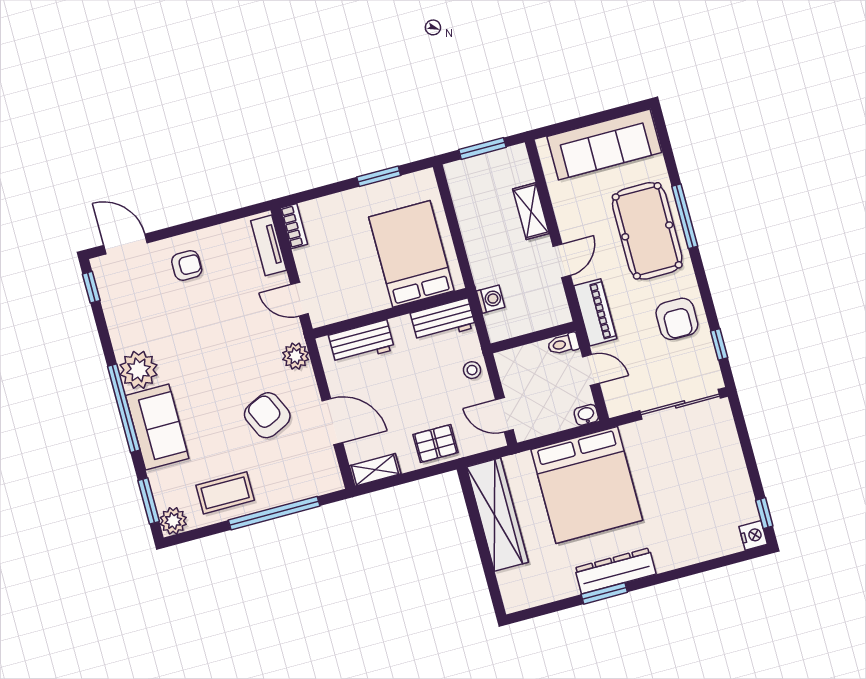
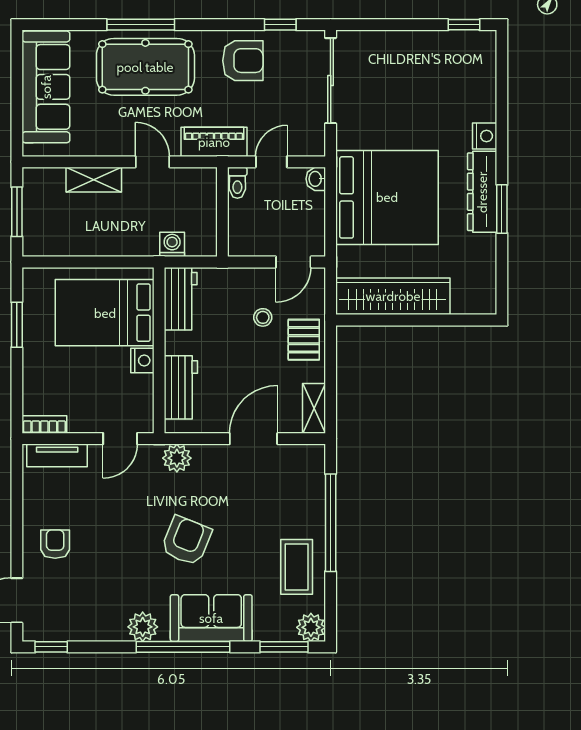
nightstand: (377, 300) -> (142, 360), added
plant: (139, 370) -> (143, 627), width x0.73, depth x0.73
stool: (472, 370) -> (263, 317), moved
armchair: (267, 415) -> (186, 541), moved, turned 137
nightstand: (753, 535) -> (485, 136), moved, turned 90

